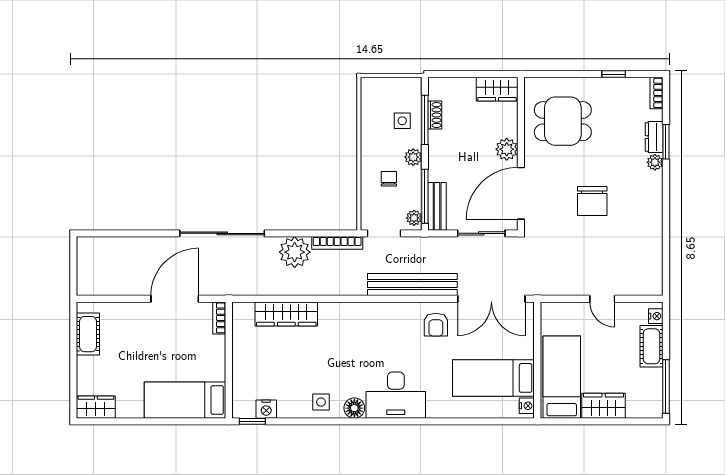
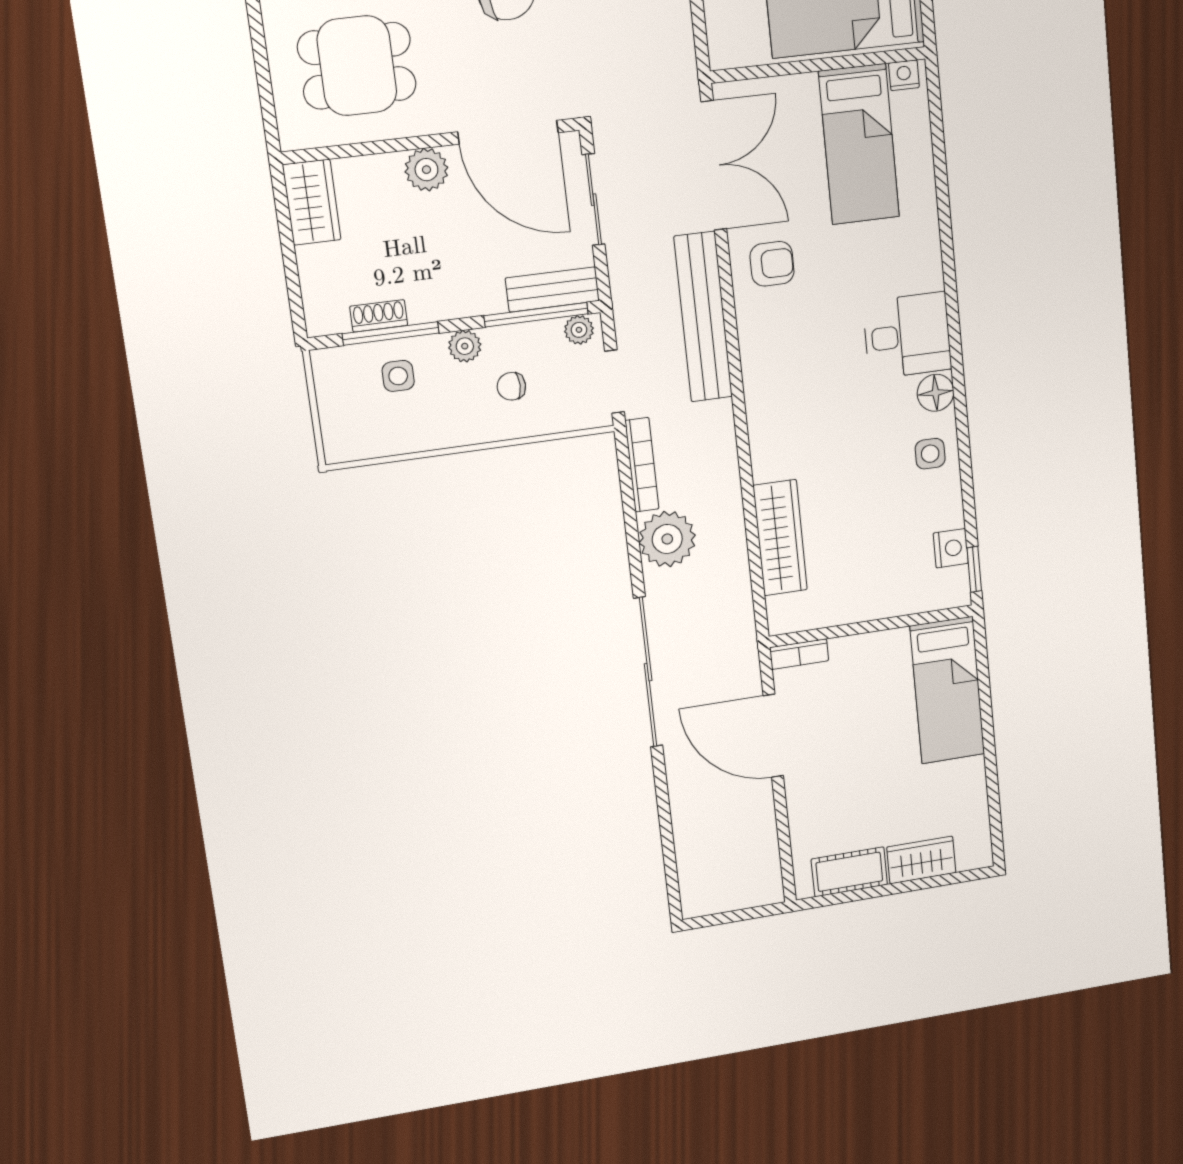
dining table: (563, 121) -> (357, 66), turned 90
desk: (396, 395) -> (907, 336), width x0.73
wardrobe: (96, 407) -> (921, 860), moved, turned 90

